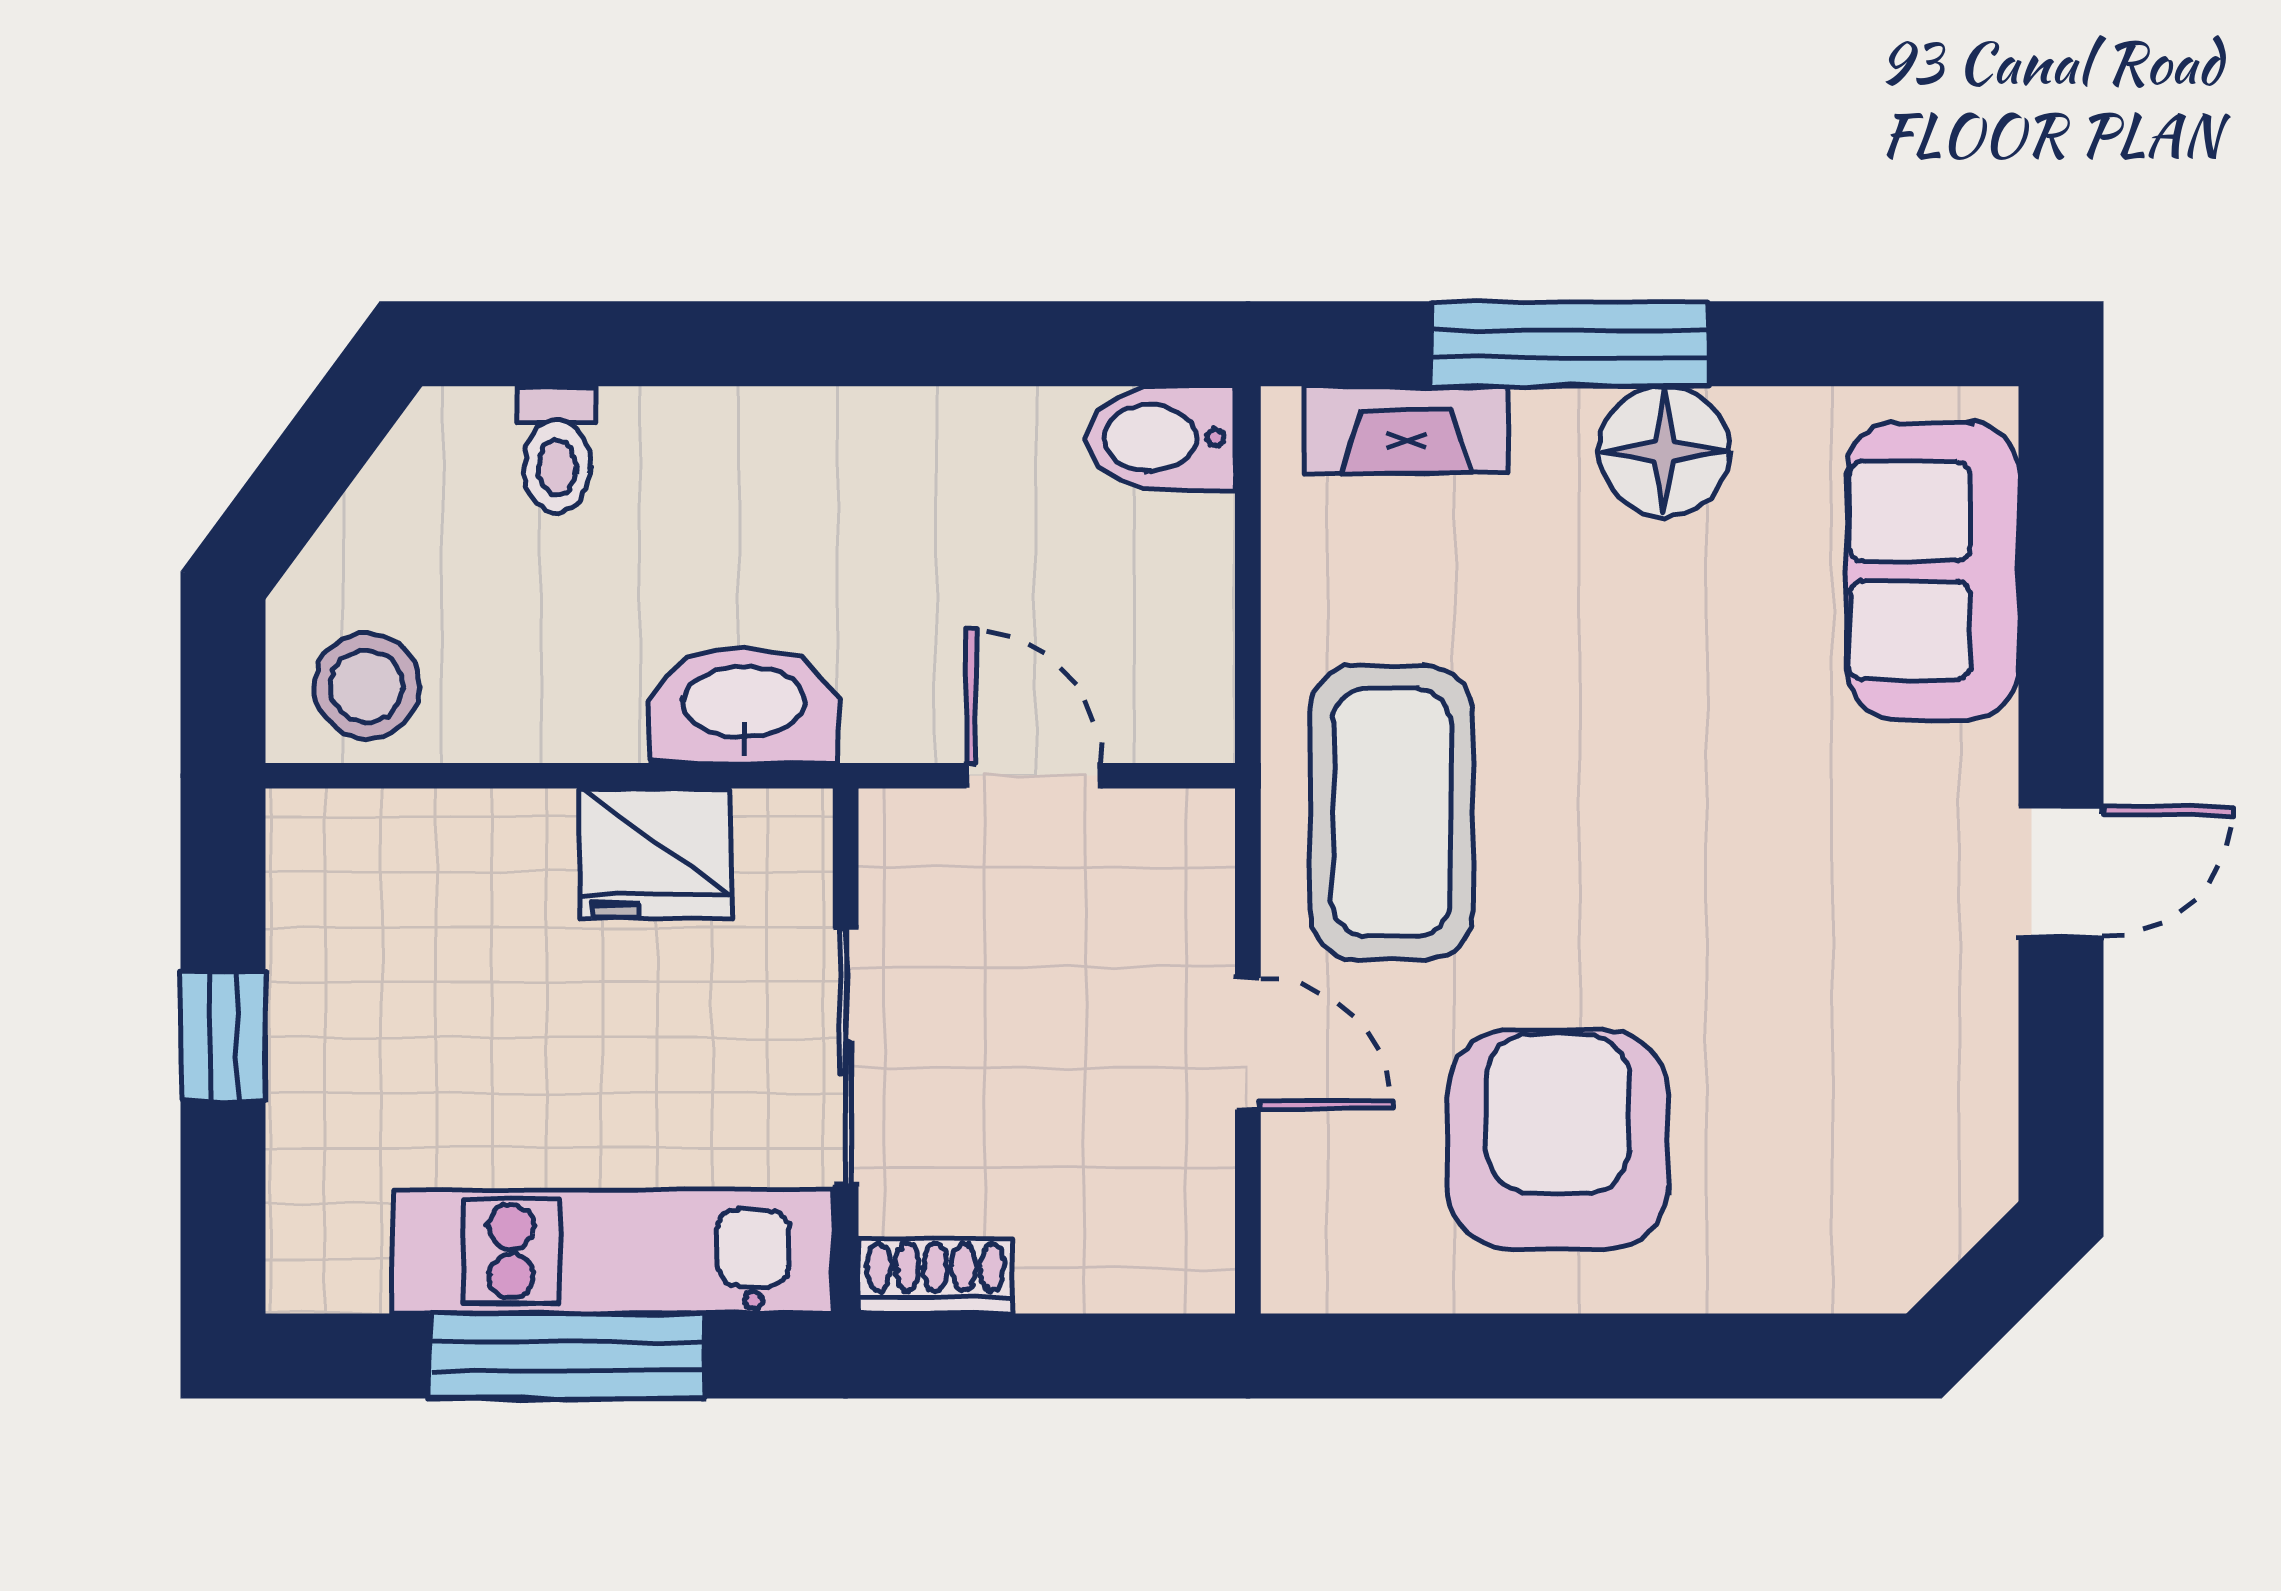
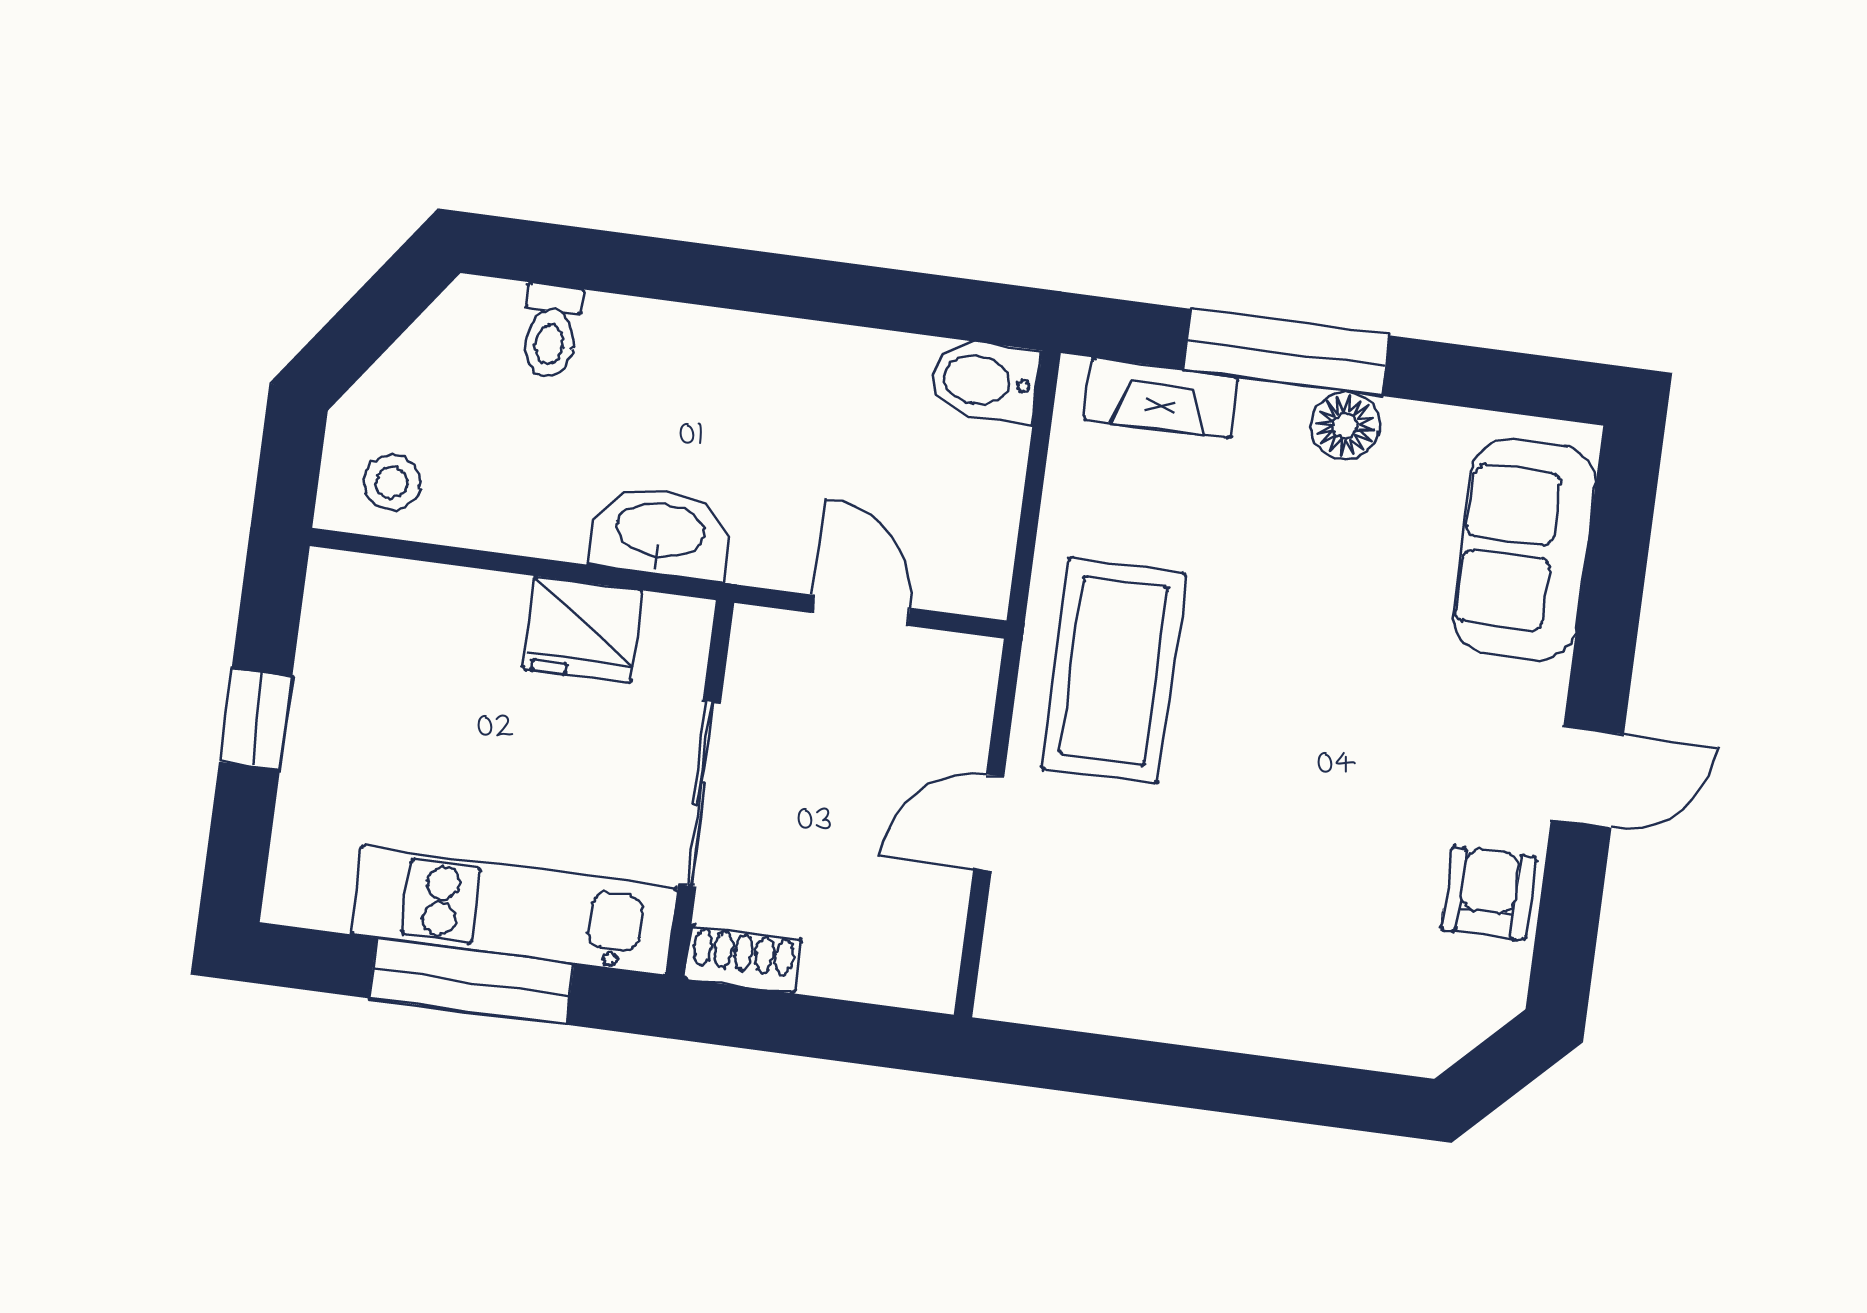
floor lamp: (1664, 451) -> (1345, 426), width x0.73, depth x0.73
stool: (367, 686) -> (392, 482), width x0.73, depth x0.73
door: (1248, 1044) -> (989, 823), swing flipped
armchair: (1558, 1140) -> (1489, 893), moved, width x0.53, depth x0.53

